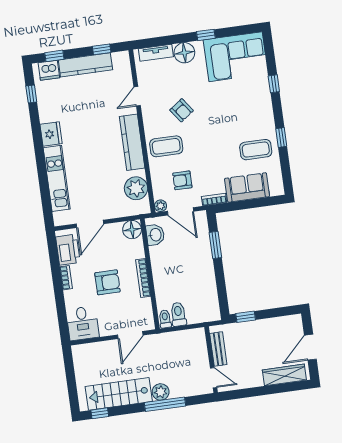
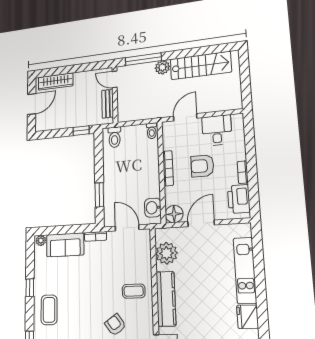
coffee table: (166, 146) -> (134, 291), width x0.73, depth x0.77
coffee table: (256, 150) -> (49, 310), moved, turned 90
armchair: (182, 180) -> (122, 257), removed
plant: (161, 206) -> (41, 241), moved
door: (90, 224) -> (201, 223), moved
toilet: (178, 314) -> (115, 137), moved
desk: (83, 323) -> (217, 130), moved
window: (165, 404) -> (143, 59), moved
window: (100, 413) -> (220, 49), removed

